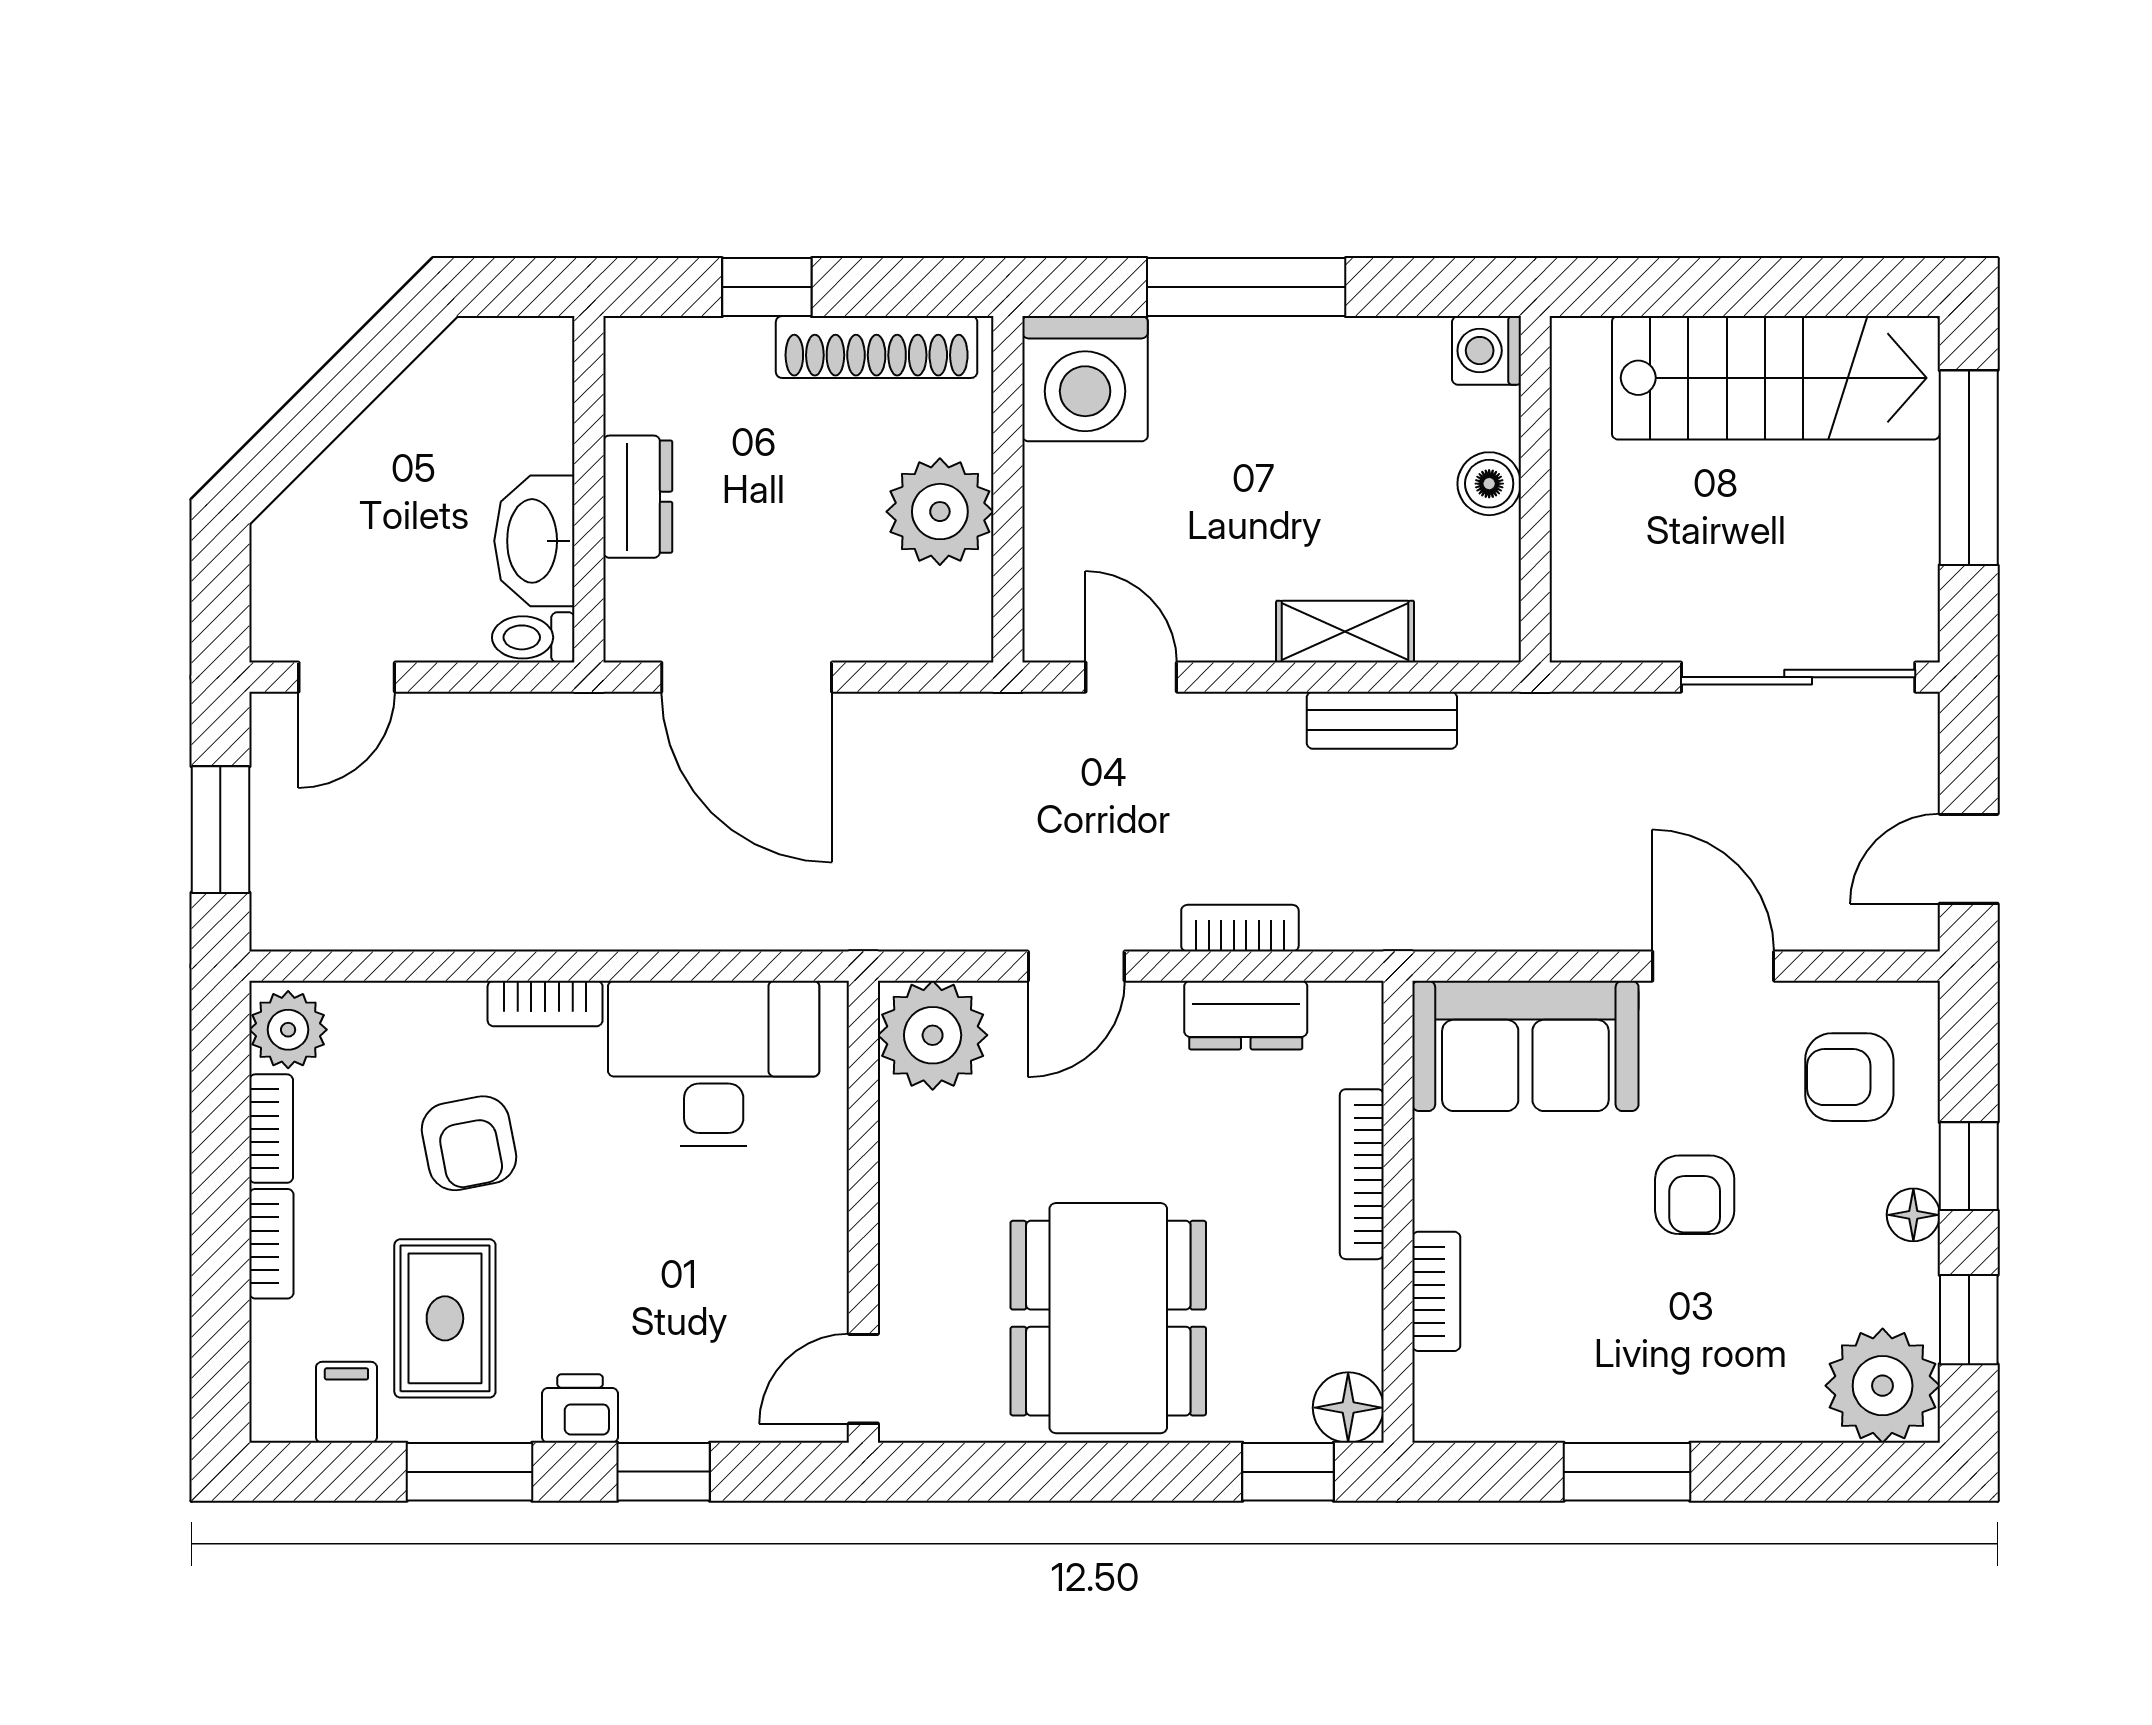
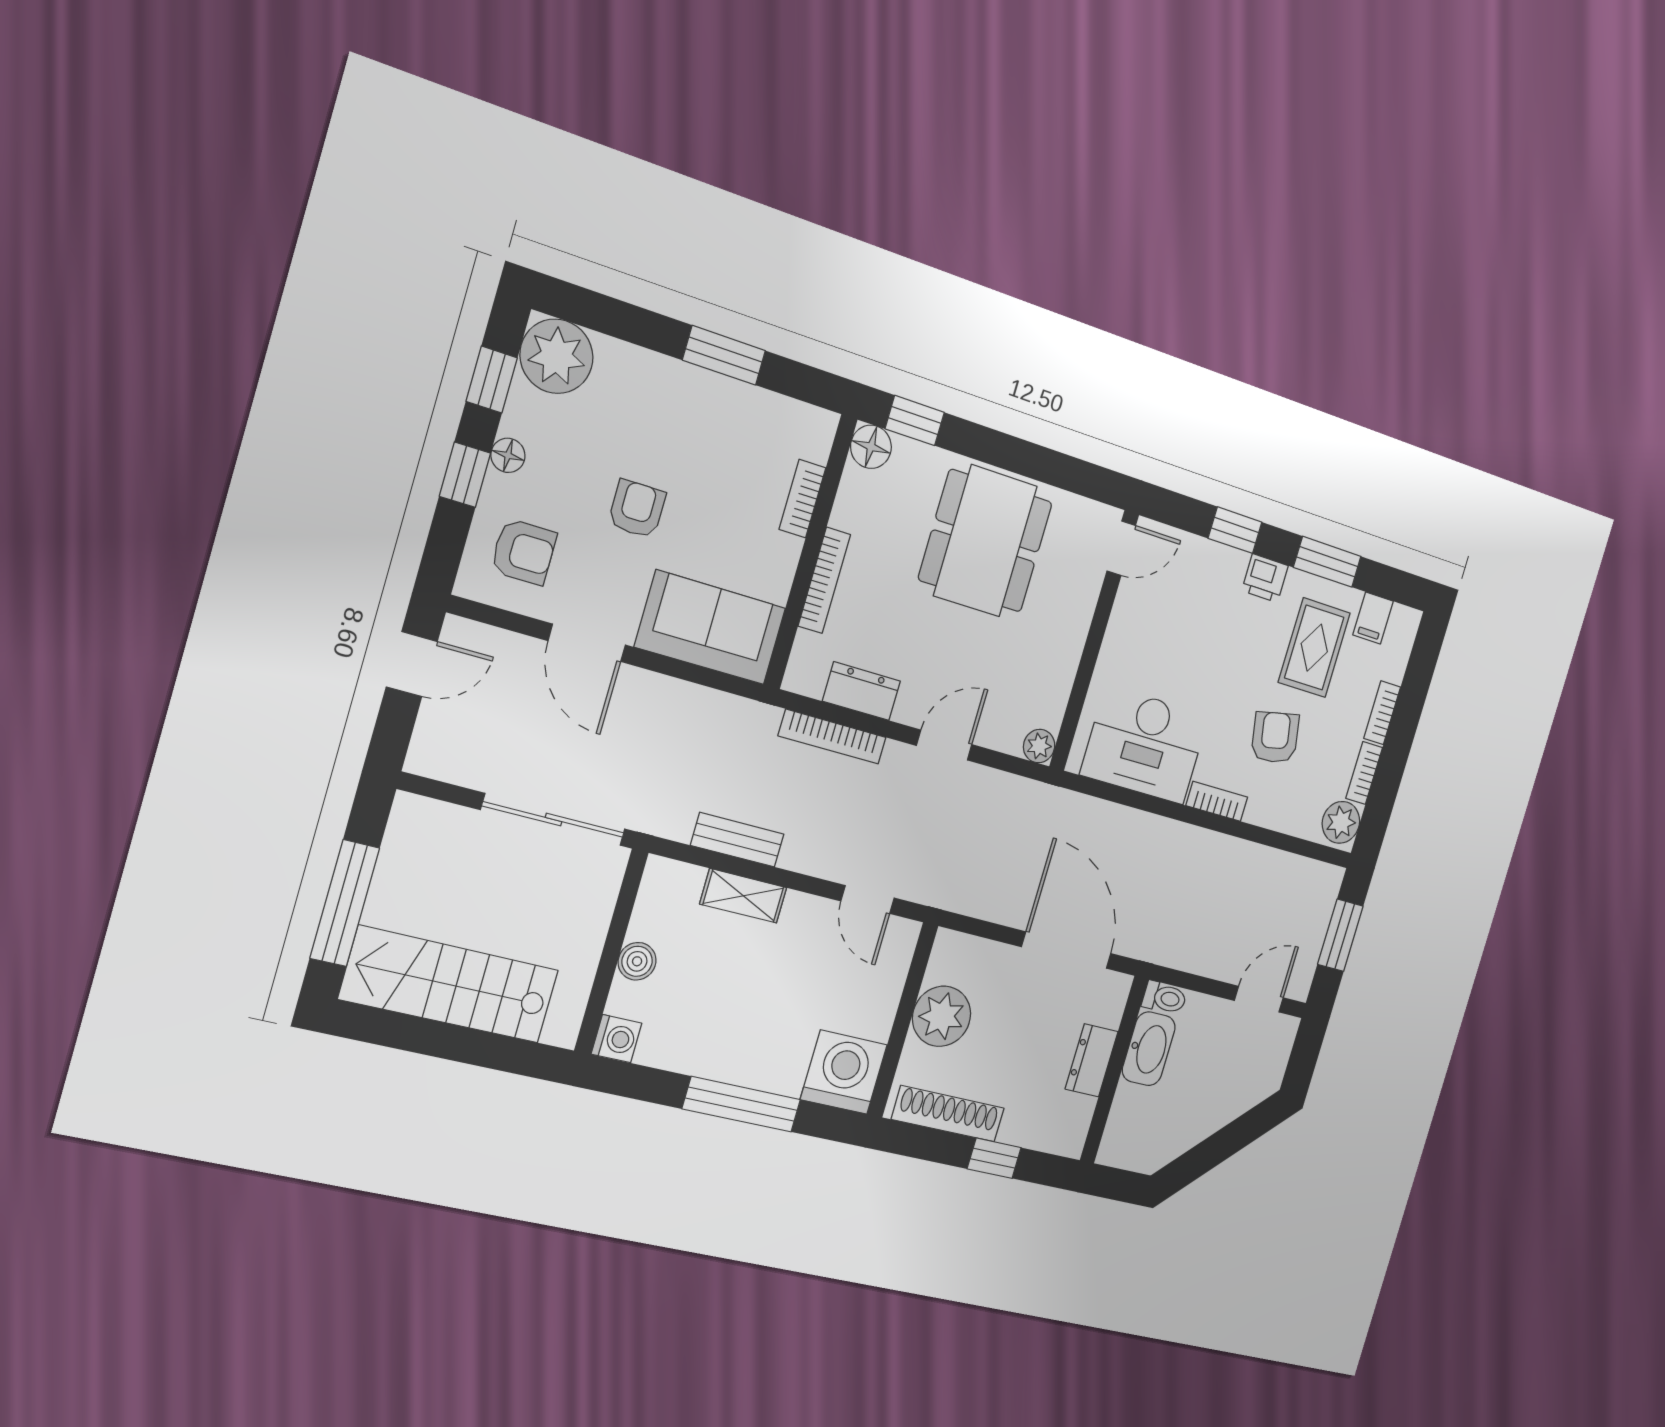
sliding door: (1798, 677) -> (553, 820), moved
bookcase: (1240, 928) -> (832, 737), width x1.56
plant: (933, 1035) -> (1039, 746), width x0.53, depth x0.53

